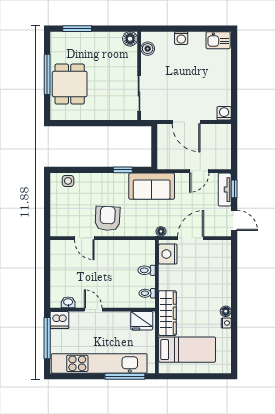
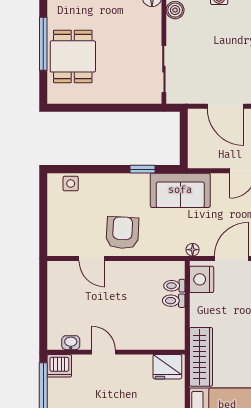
toilet: (147, 293) -> (174, 286), moved

